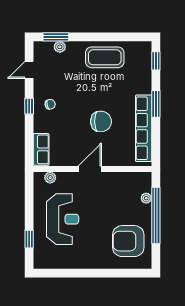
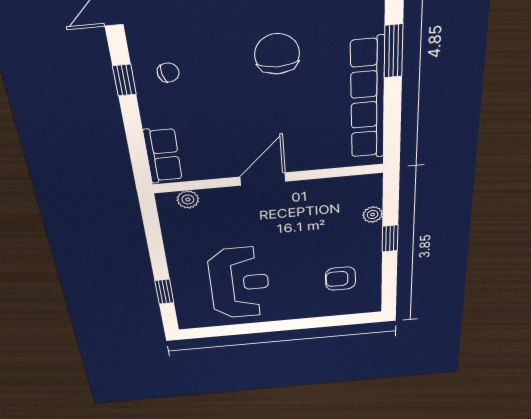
chair: (101, 121) -> (277, 54), moved, turned -90
window: (156, 215) -> (390, 238), width x0.32
reception desk: (63, 219) -> (239, 283), moved
armchair: (128, 241) -> (341, 279), width x0.53, depth x0.53

